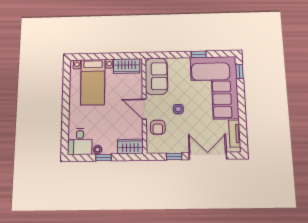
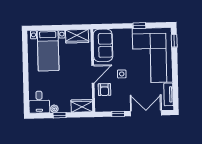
door: (144, 109) -> (93, 74), swing flipped

